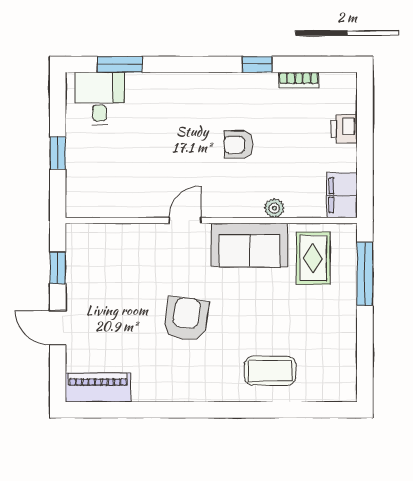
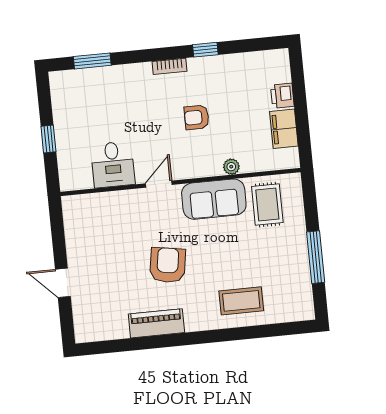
bookcase: (299, 80) -> (170, 66), moved
desk: (100, 99) -> (113, 164), moved, turned 180
filing cabinet: (342, 195) -> (284, 129), moved
window: (58, 268) -> (58, 234), removed
window: (365, 274) -> (316, 257), moved
piano: (98, 388) -> (156, 323), moved

